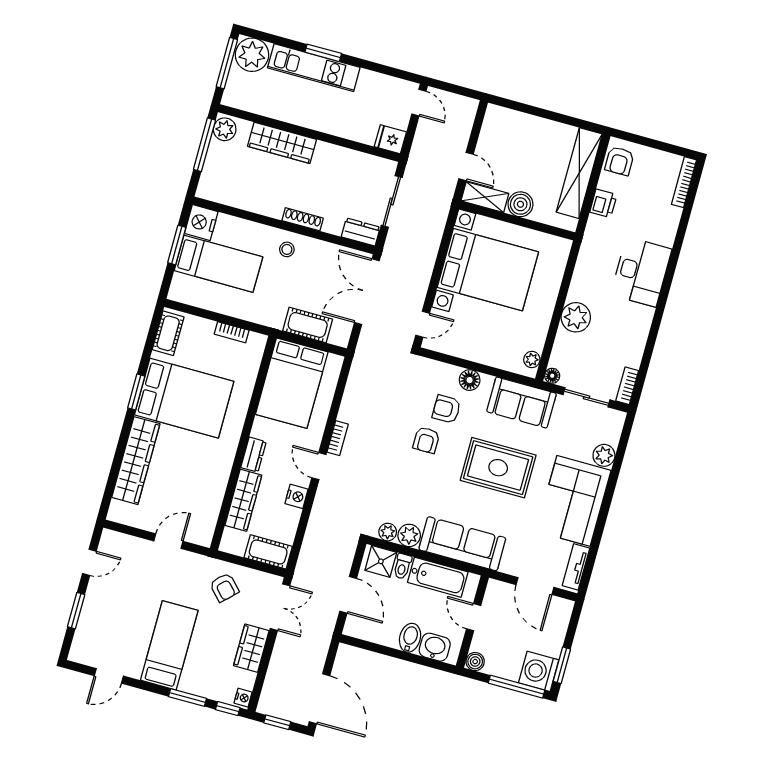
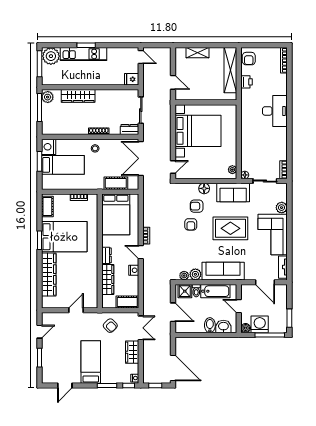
shelving: (485, 197) -> (198, 53), moved
boiler: (520, 204) -> (205, 94), removed
plant: (576, 317) -> (248, 143), removed
washing machine: (539, 671) -> (260, 324), moved, turned 90

